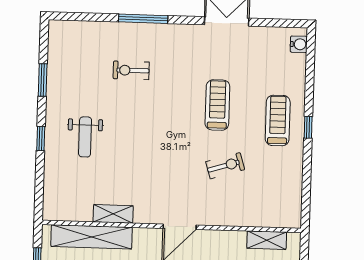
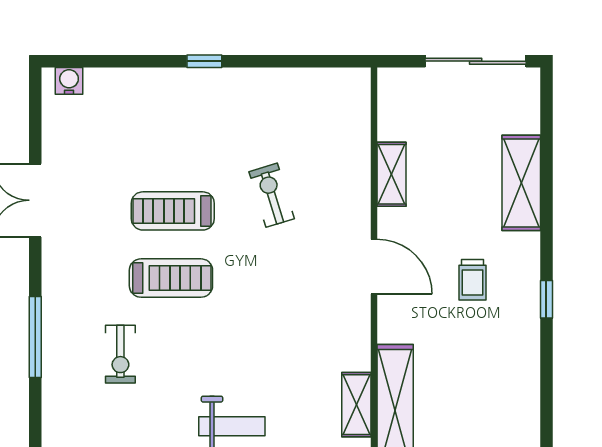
treadmill: (278, 120) -> (171, 278), moved, turned 180
shelving: (113, 214) -> (356, 405), moved
shelving: (267, 240) -> (392, 174), moved

